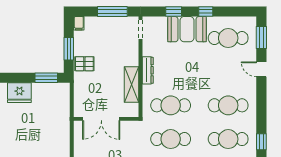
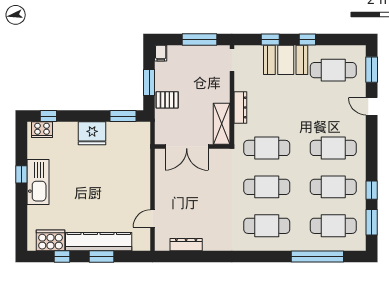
double door: (101, 119) -> (187, 147), moved
wall: (106, 119) -> (192, 147), moved

